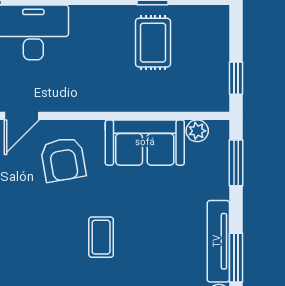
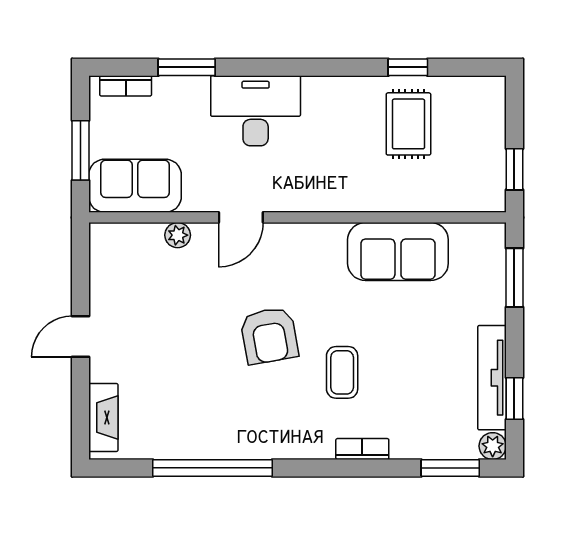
plant: (197, 131) -> (465, 237), removed
armchair: (63, 159) -> (269, 336), moved
window: (236, 258) -> (514, 399), width x0.67

